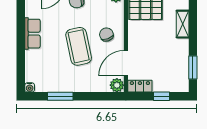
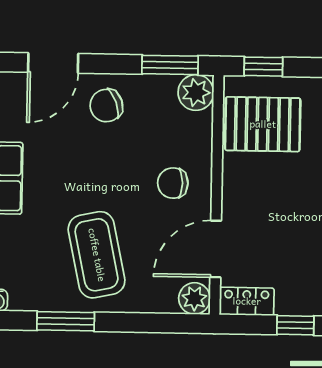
chair: (106, 34) -> (173, 183), turned -71
coffee table: (79, 46) -> (97, 255), moved

